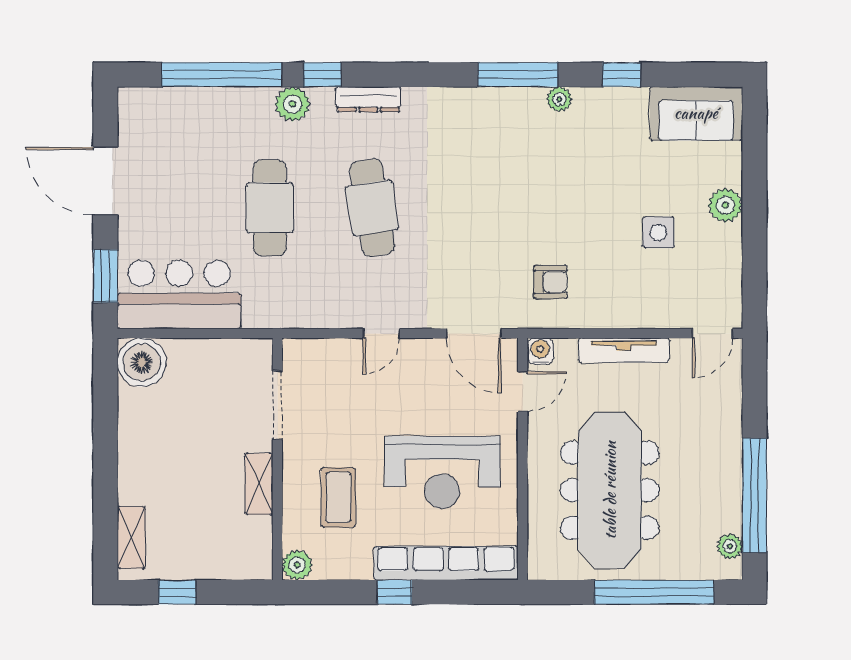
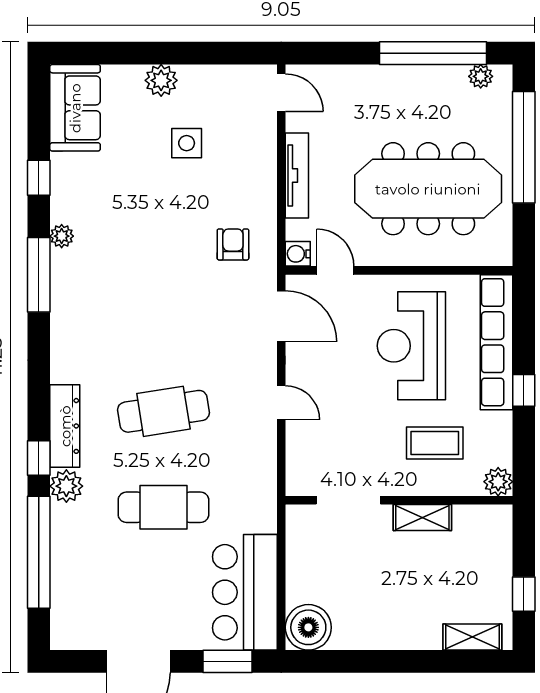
dresser: (368, 99) -> (65, 426), width x1.37, depth x1.24
door: (474, 333) -> (281, 316), hinge flipped
reception desk: (442, 472) -> (411, 346), turned 180

